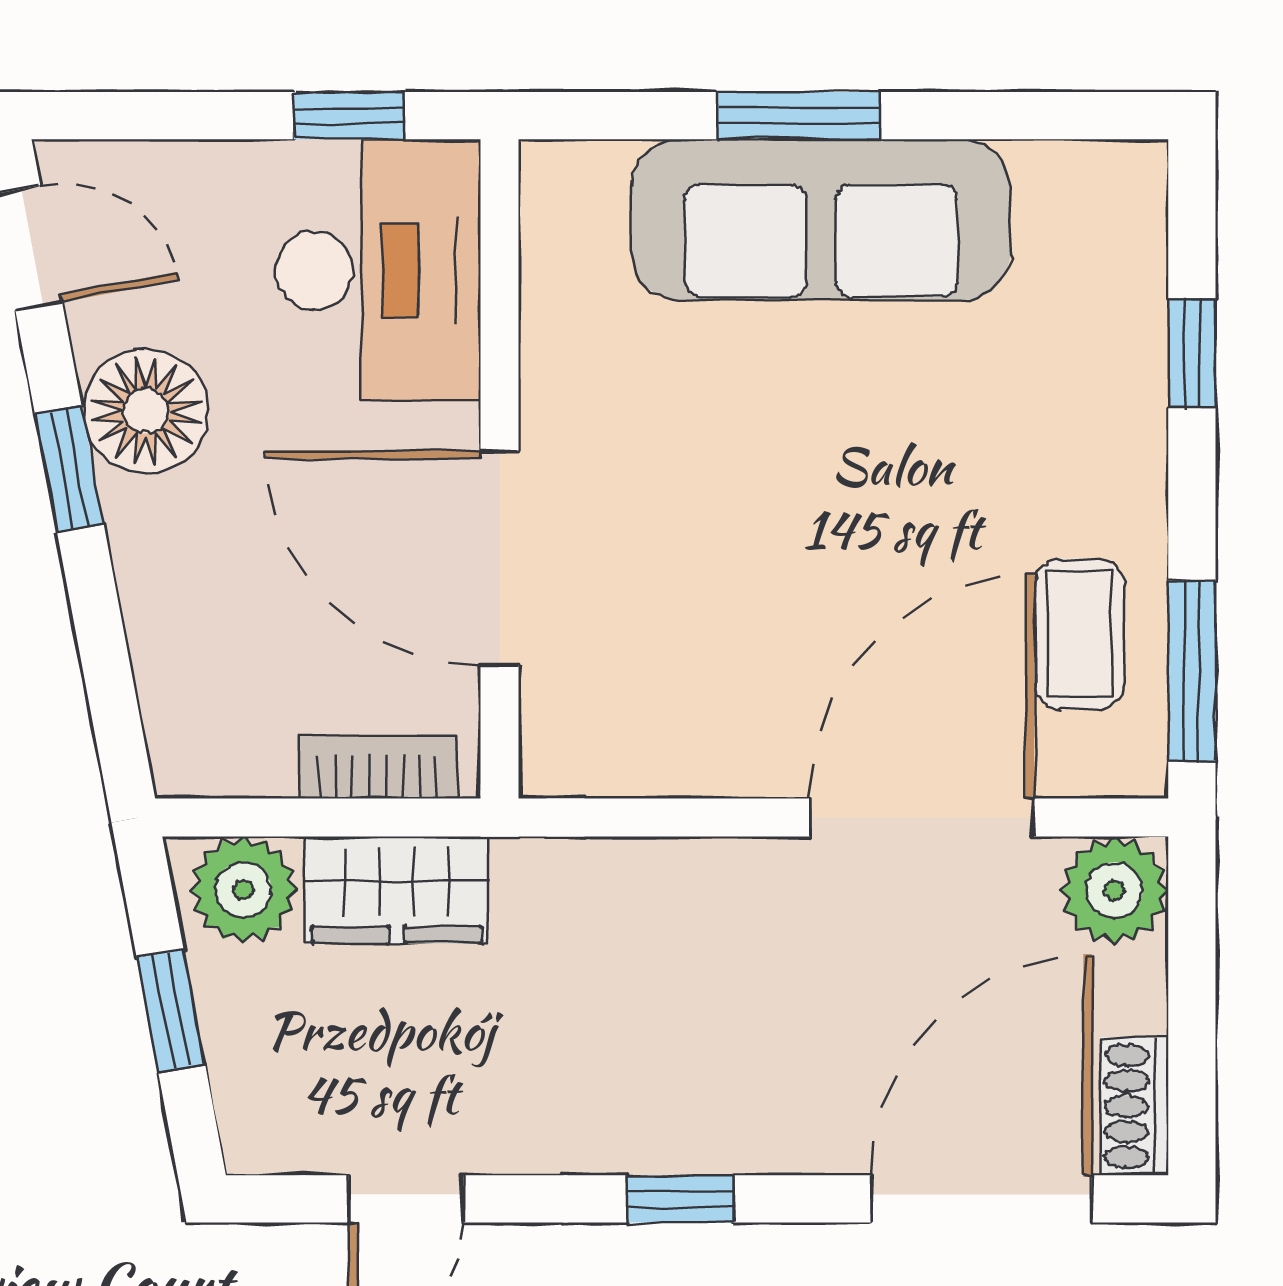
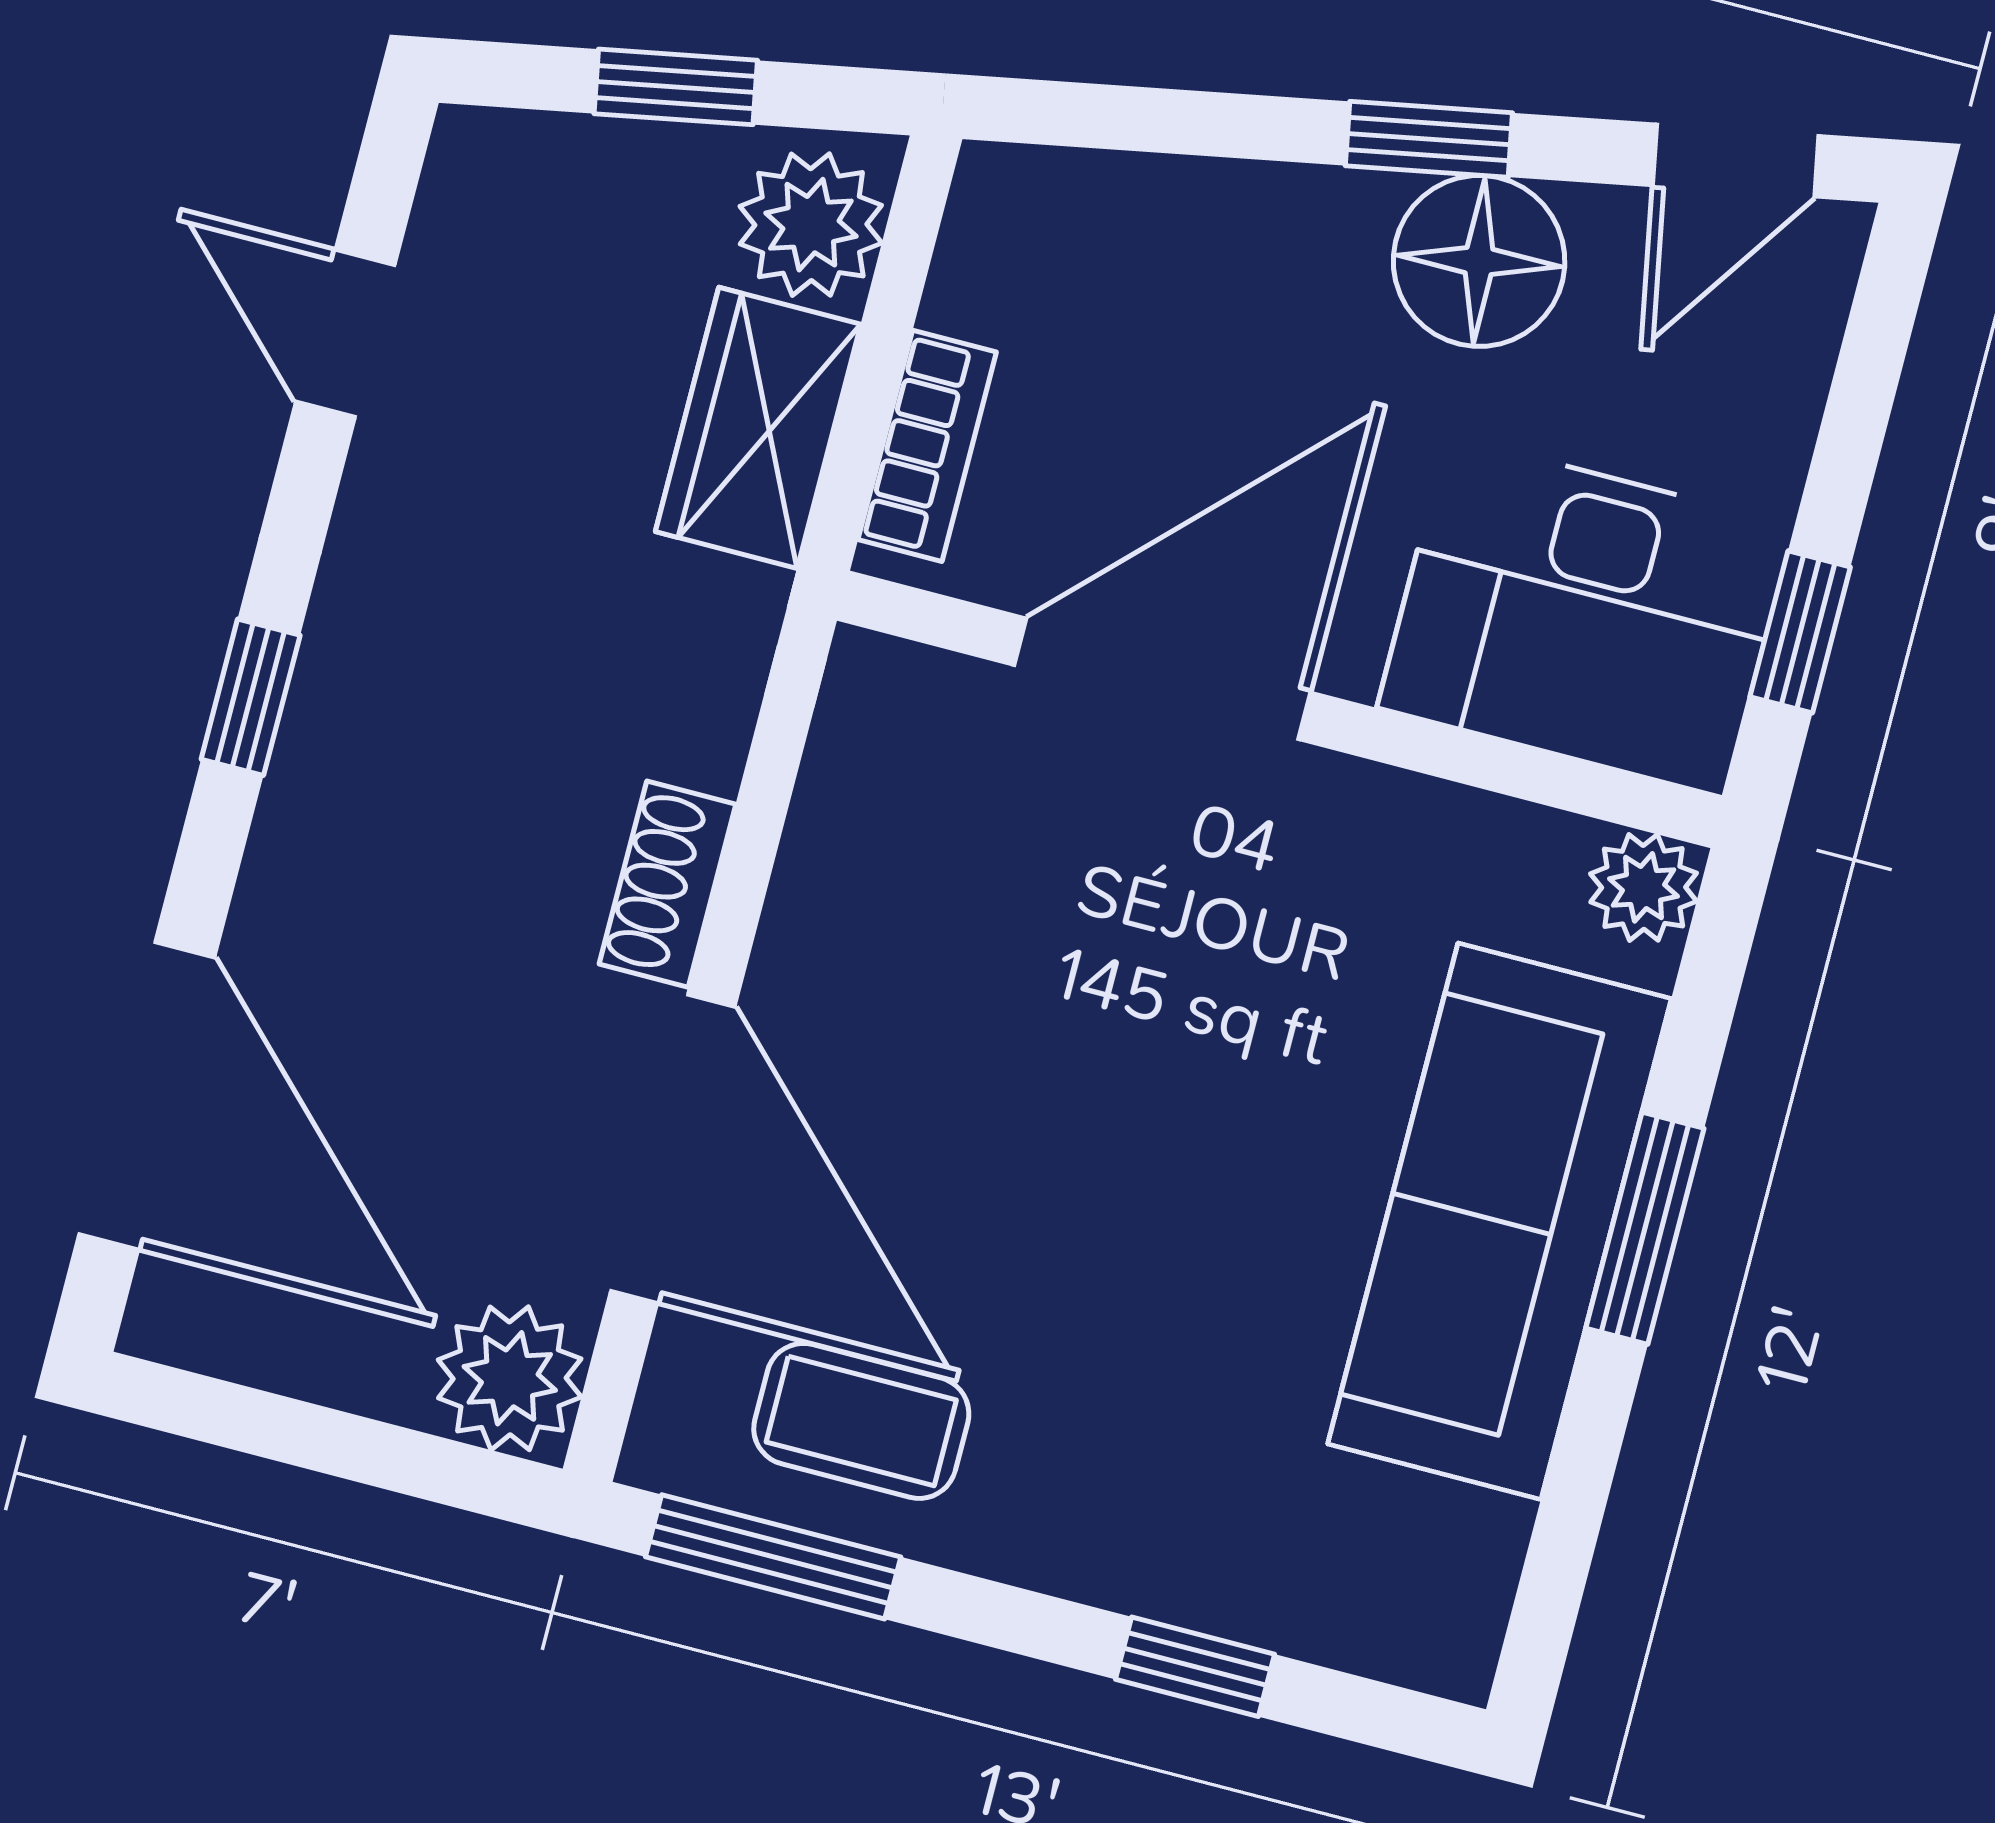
plant: (559, 179) -> (1644, 887), added
shoe rack: (1135, 1106) -> (667, 884), moved, turned -90

